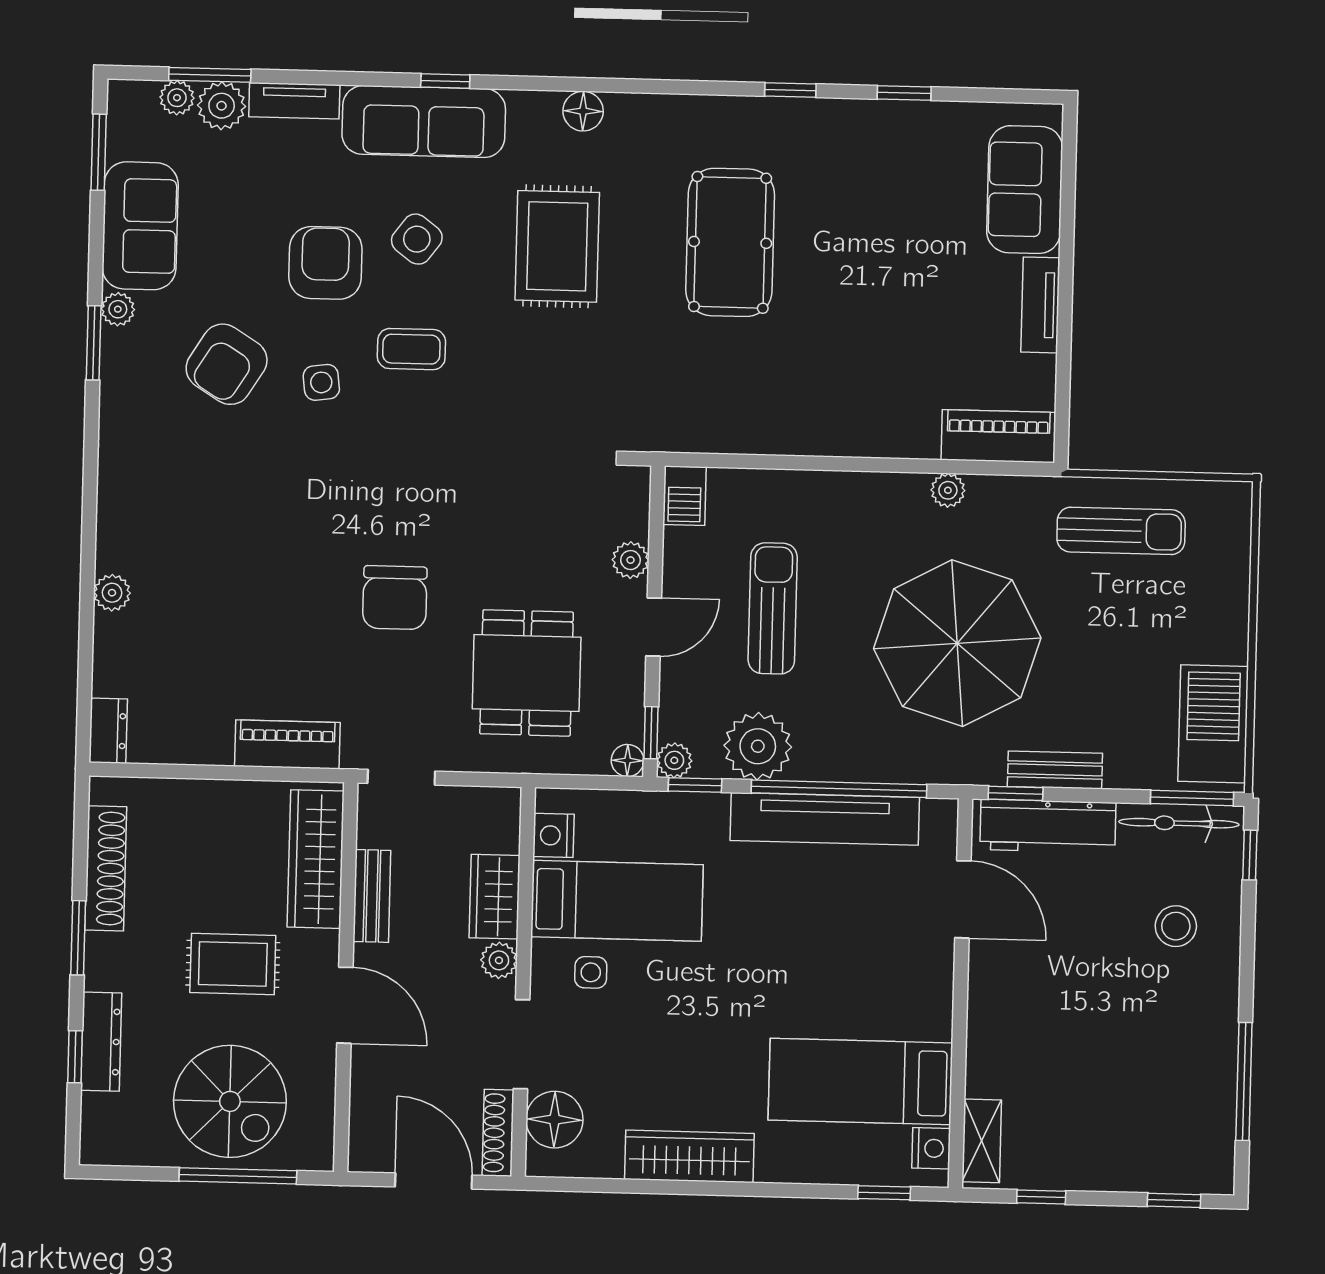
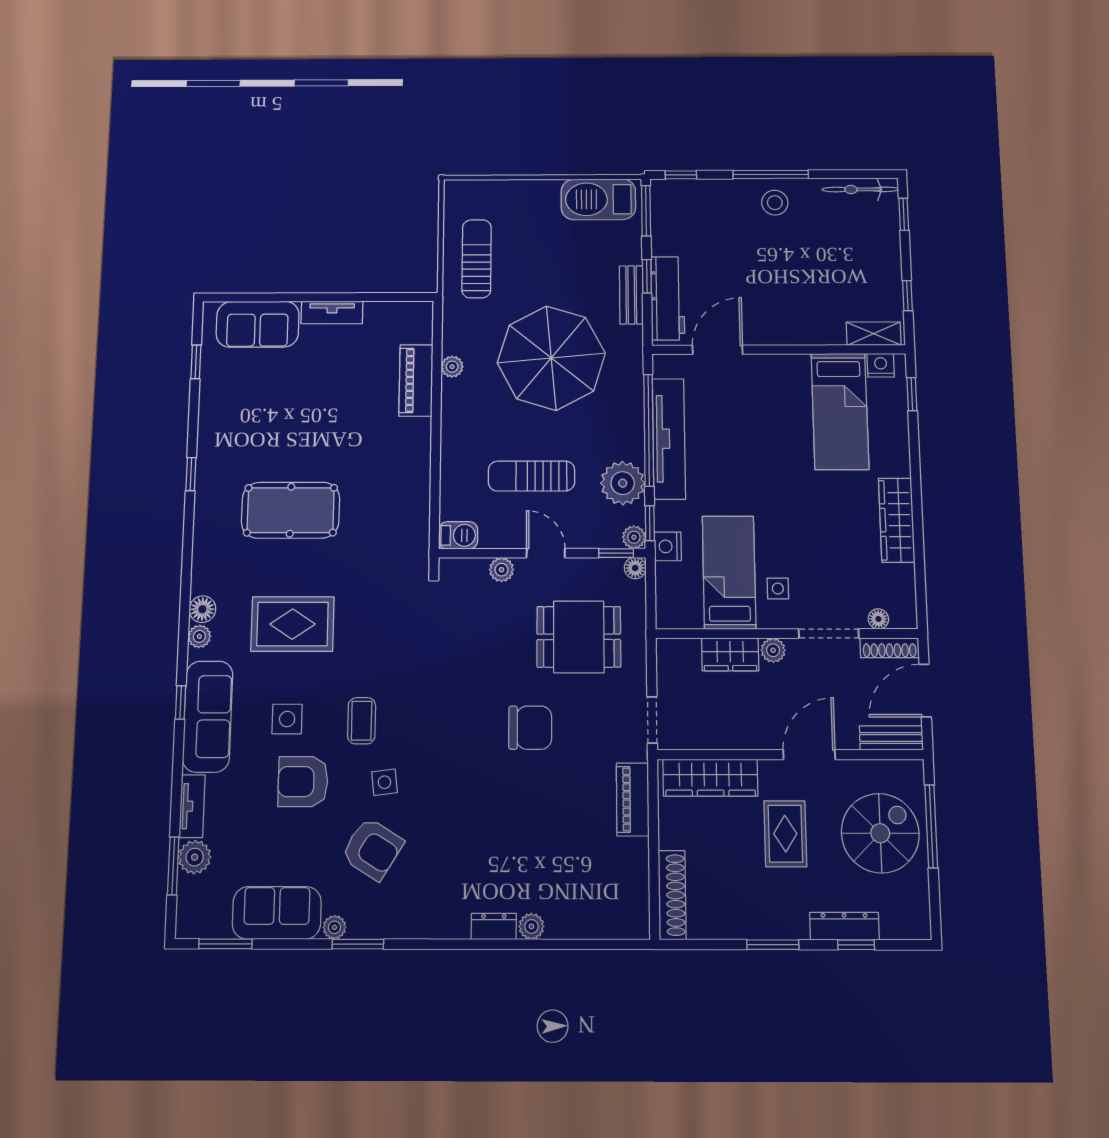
window: (904, 93) -> (196, 362), moved
plant: (177, 98) -> (199, 636), moved
side table: (417, 239) -> (287, 719), turned -37
piano: (998, 436) -> (416, 380), moved
dresser: (108, 731) -> (494, 926), moved
window: (1016, 793) -> (647, 276), moved
bicycle: (1179, 823) -> (860, 189), moved, turned 90
nightstand: (553, 835) -> (668, 546), moved, turned 90
shoe rack: (106, 868) -> (672, 895), moved, turned 90
bench: (372, 896) -> (891, 738), moved
stool: (1176, 926) -> (775, 203), moved
window: (1244, 1081) -> (771, 174), moved
floor lamp: (555, 1120) -> (878, 619), width x0.53, depth x0.53

